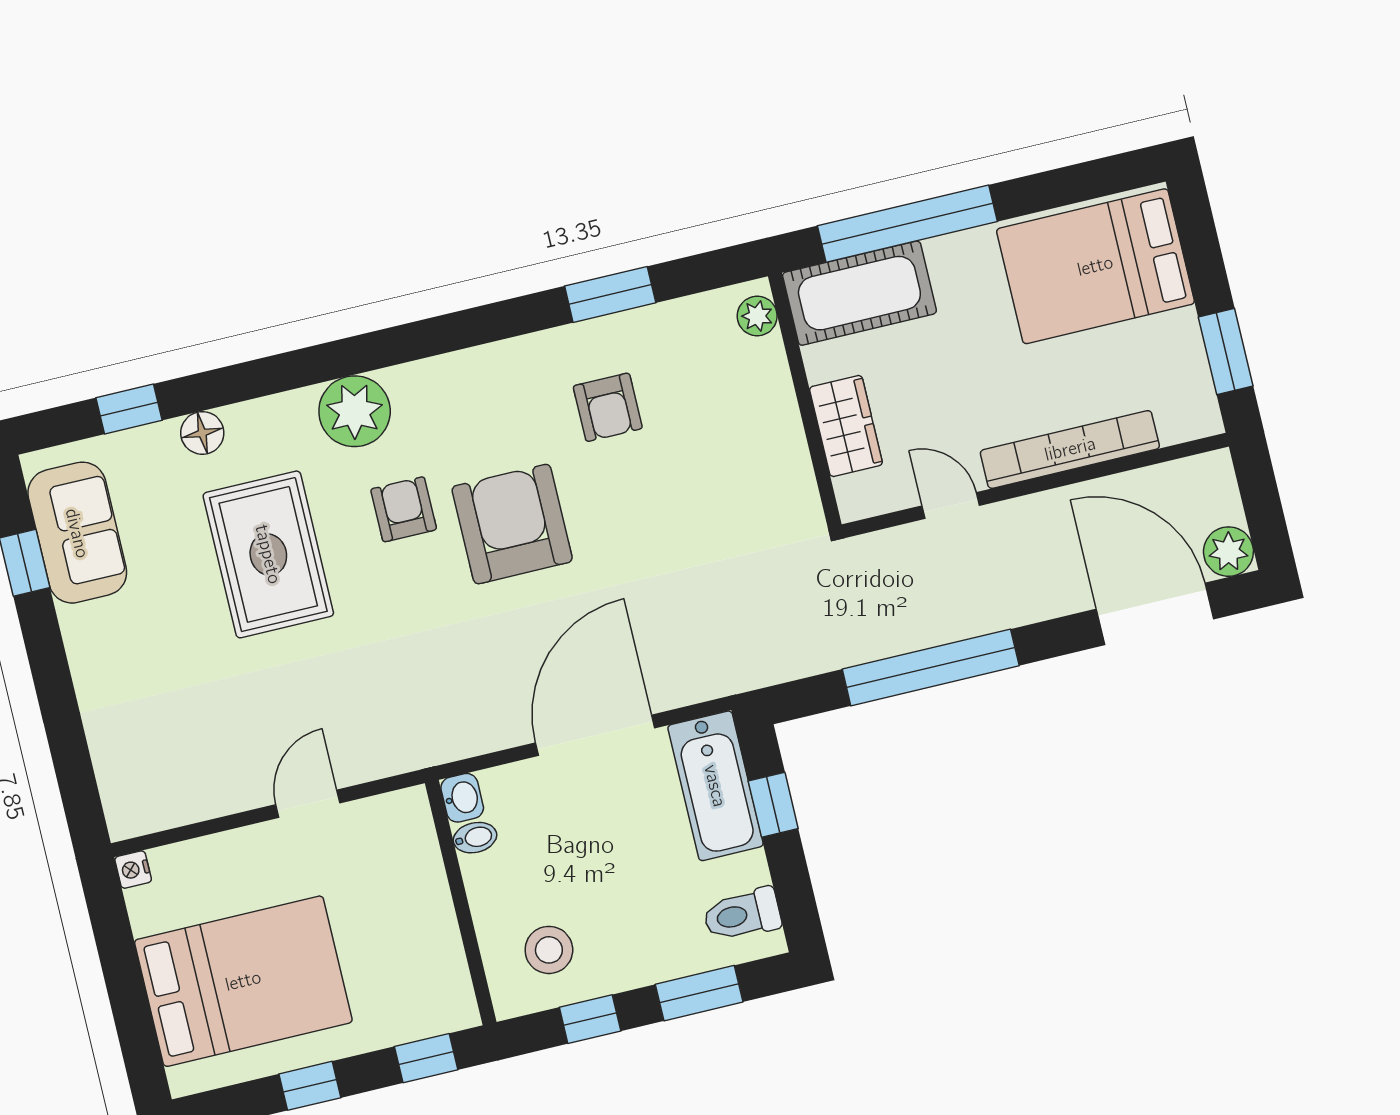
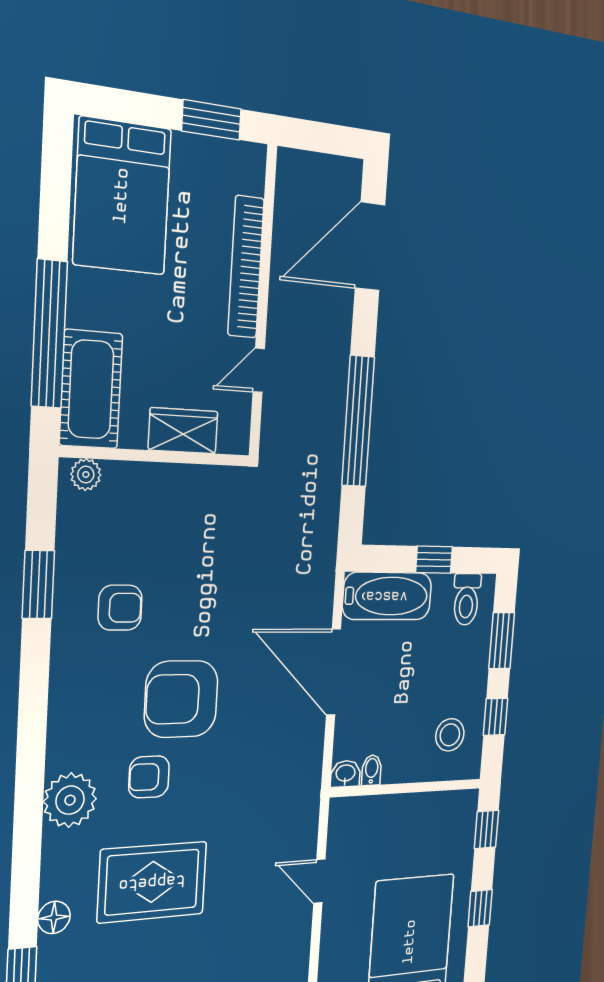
plant: (1228, 552) -> (346, 176), removed
window: (773, 805) -> (434, 560), moved

